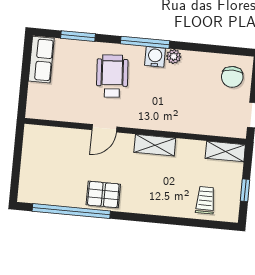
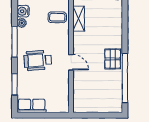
water cooler: (155, 57) -> (23, 11), moved
coffee table: (177, 113) -> (57, 17), added
shelving: (155, 145) -> (79, 19), moved

